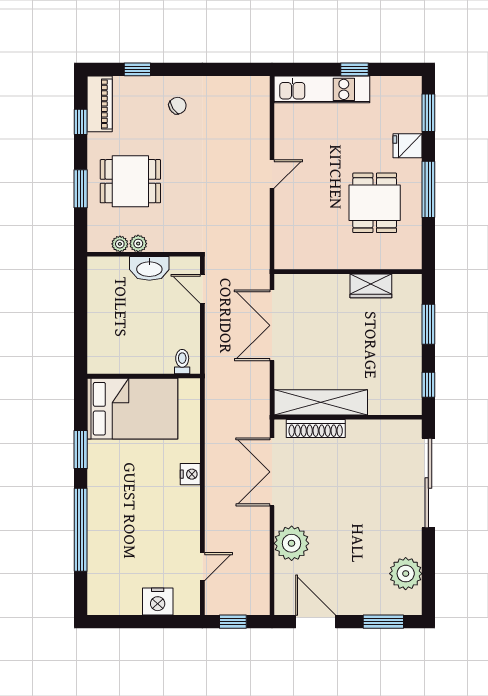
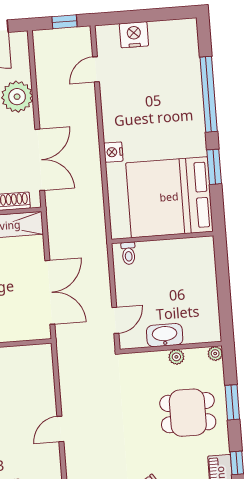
plant: (120, 244) -> (215, 353), moved
door: (202, 289) -> (115, 320), hinge flipped
bed: (132, 409) -> (169, 197), width x1.36

